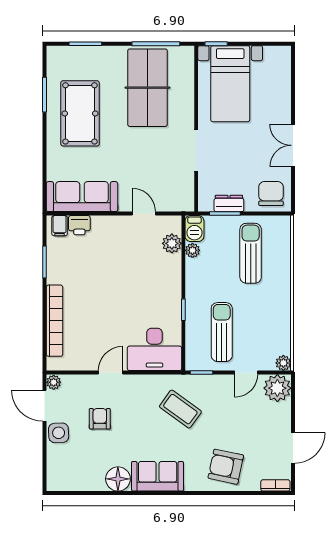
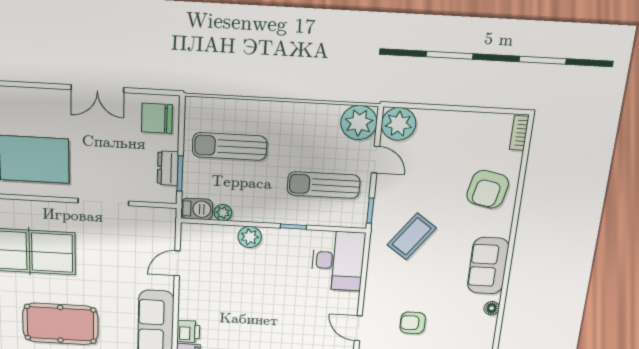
plant: (172, 243) -> (250, 237), moved
plant: (283, 363) -> (359, 123), width x1.87, depth x1.87
door: (111, 372) -> (358, 328), moved
door: (293, 448) -> (475, 109), removed
floor lamp: (118, 479) -> (492, 308), width x0.53, depth x0.53

